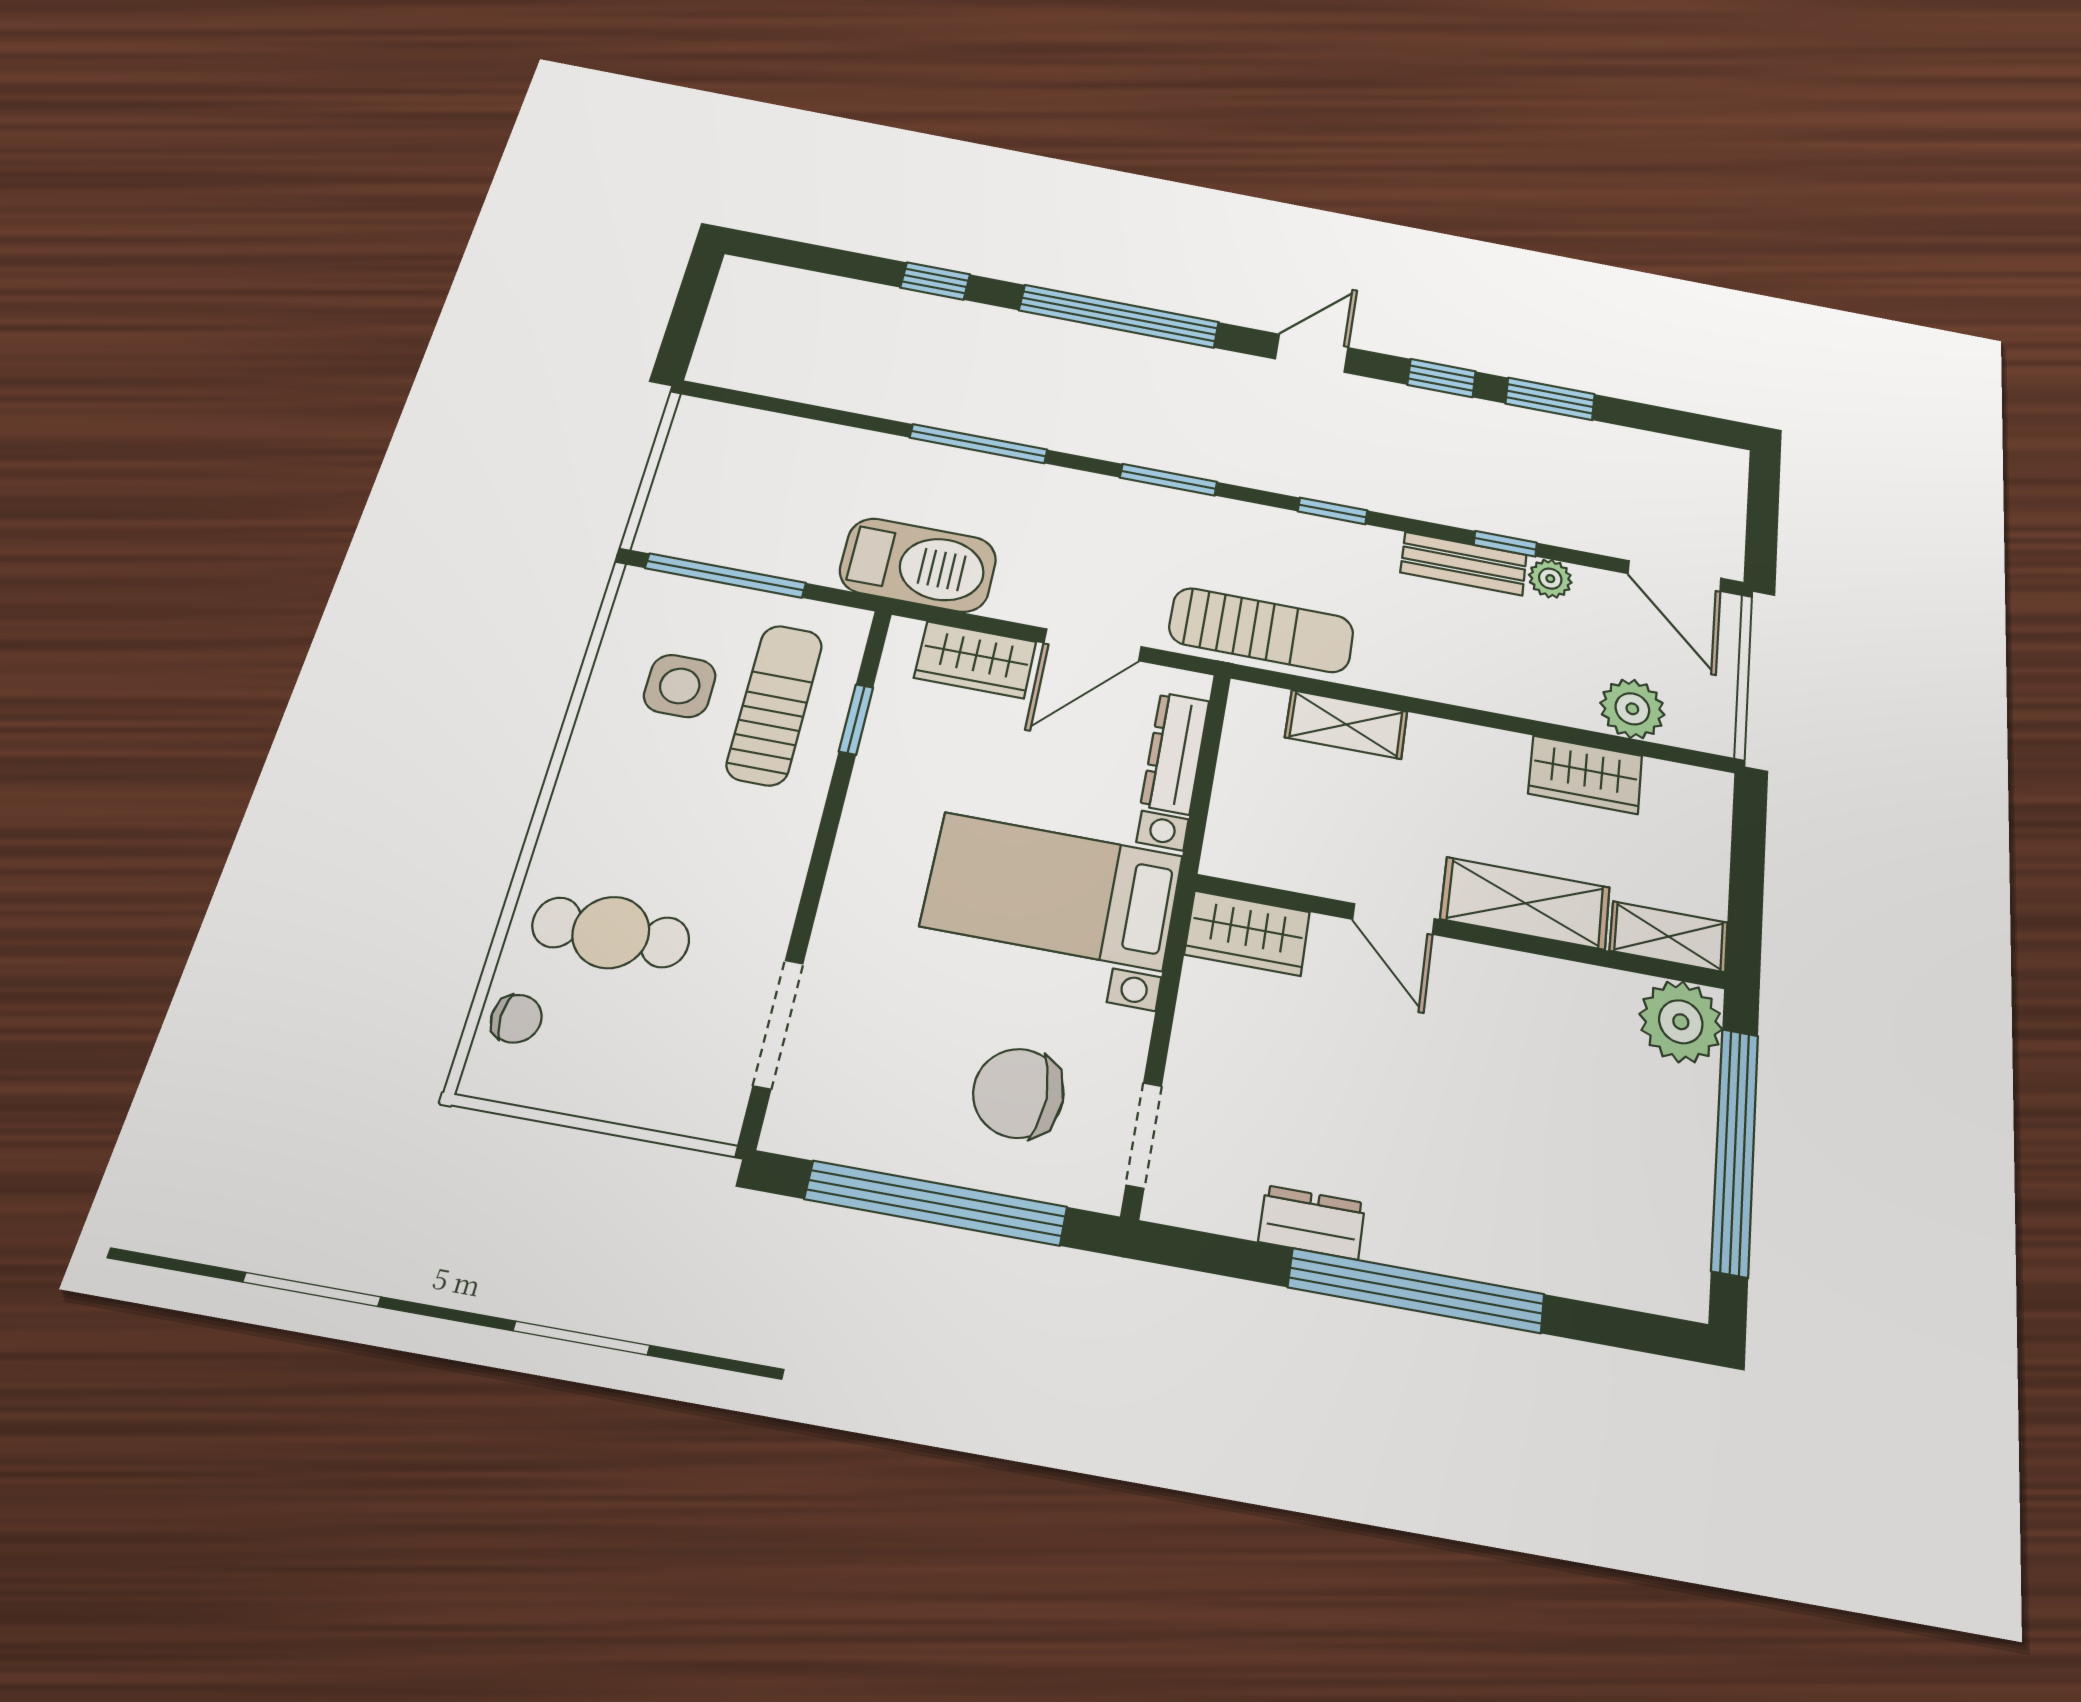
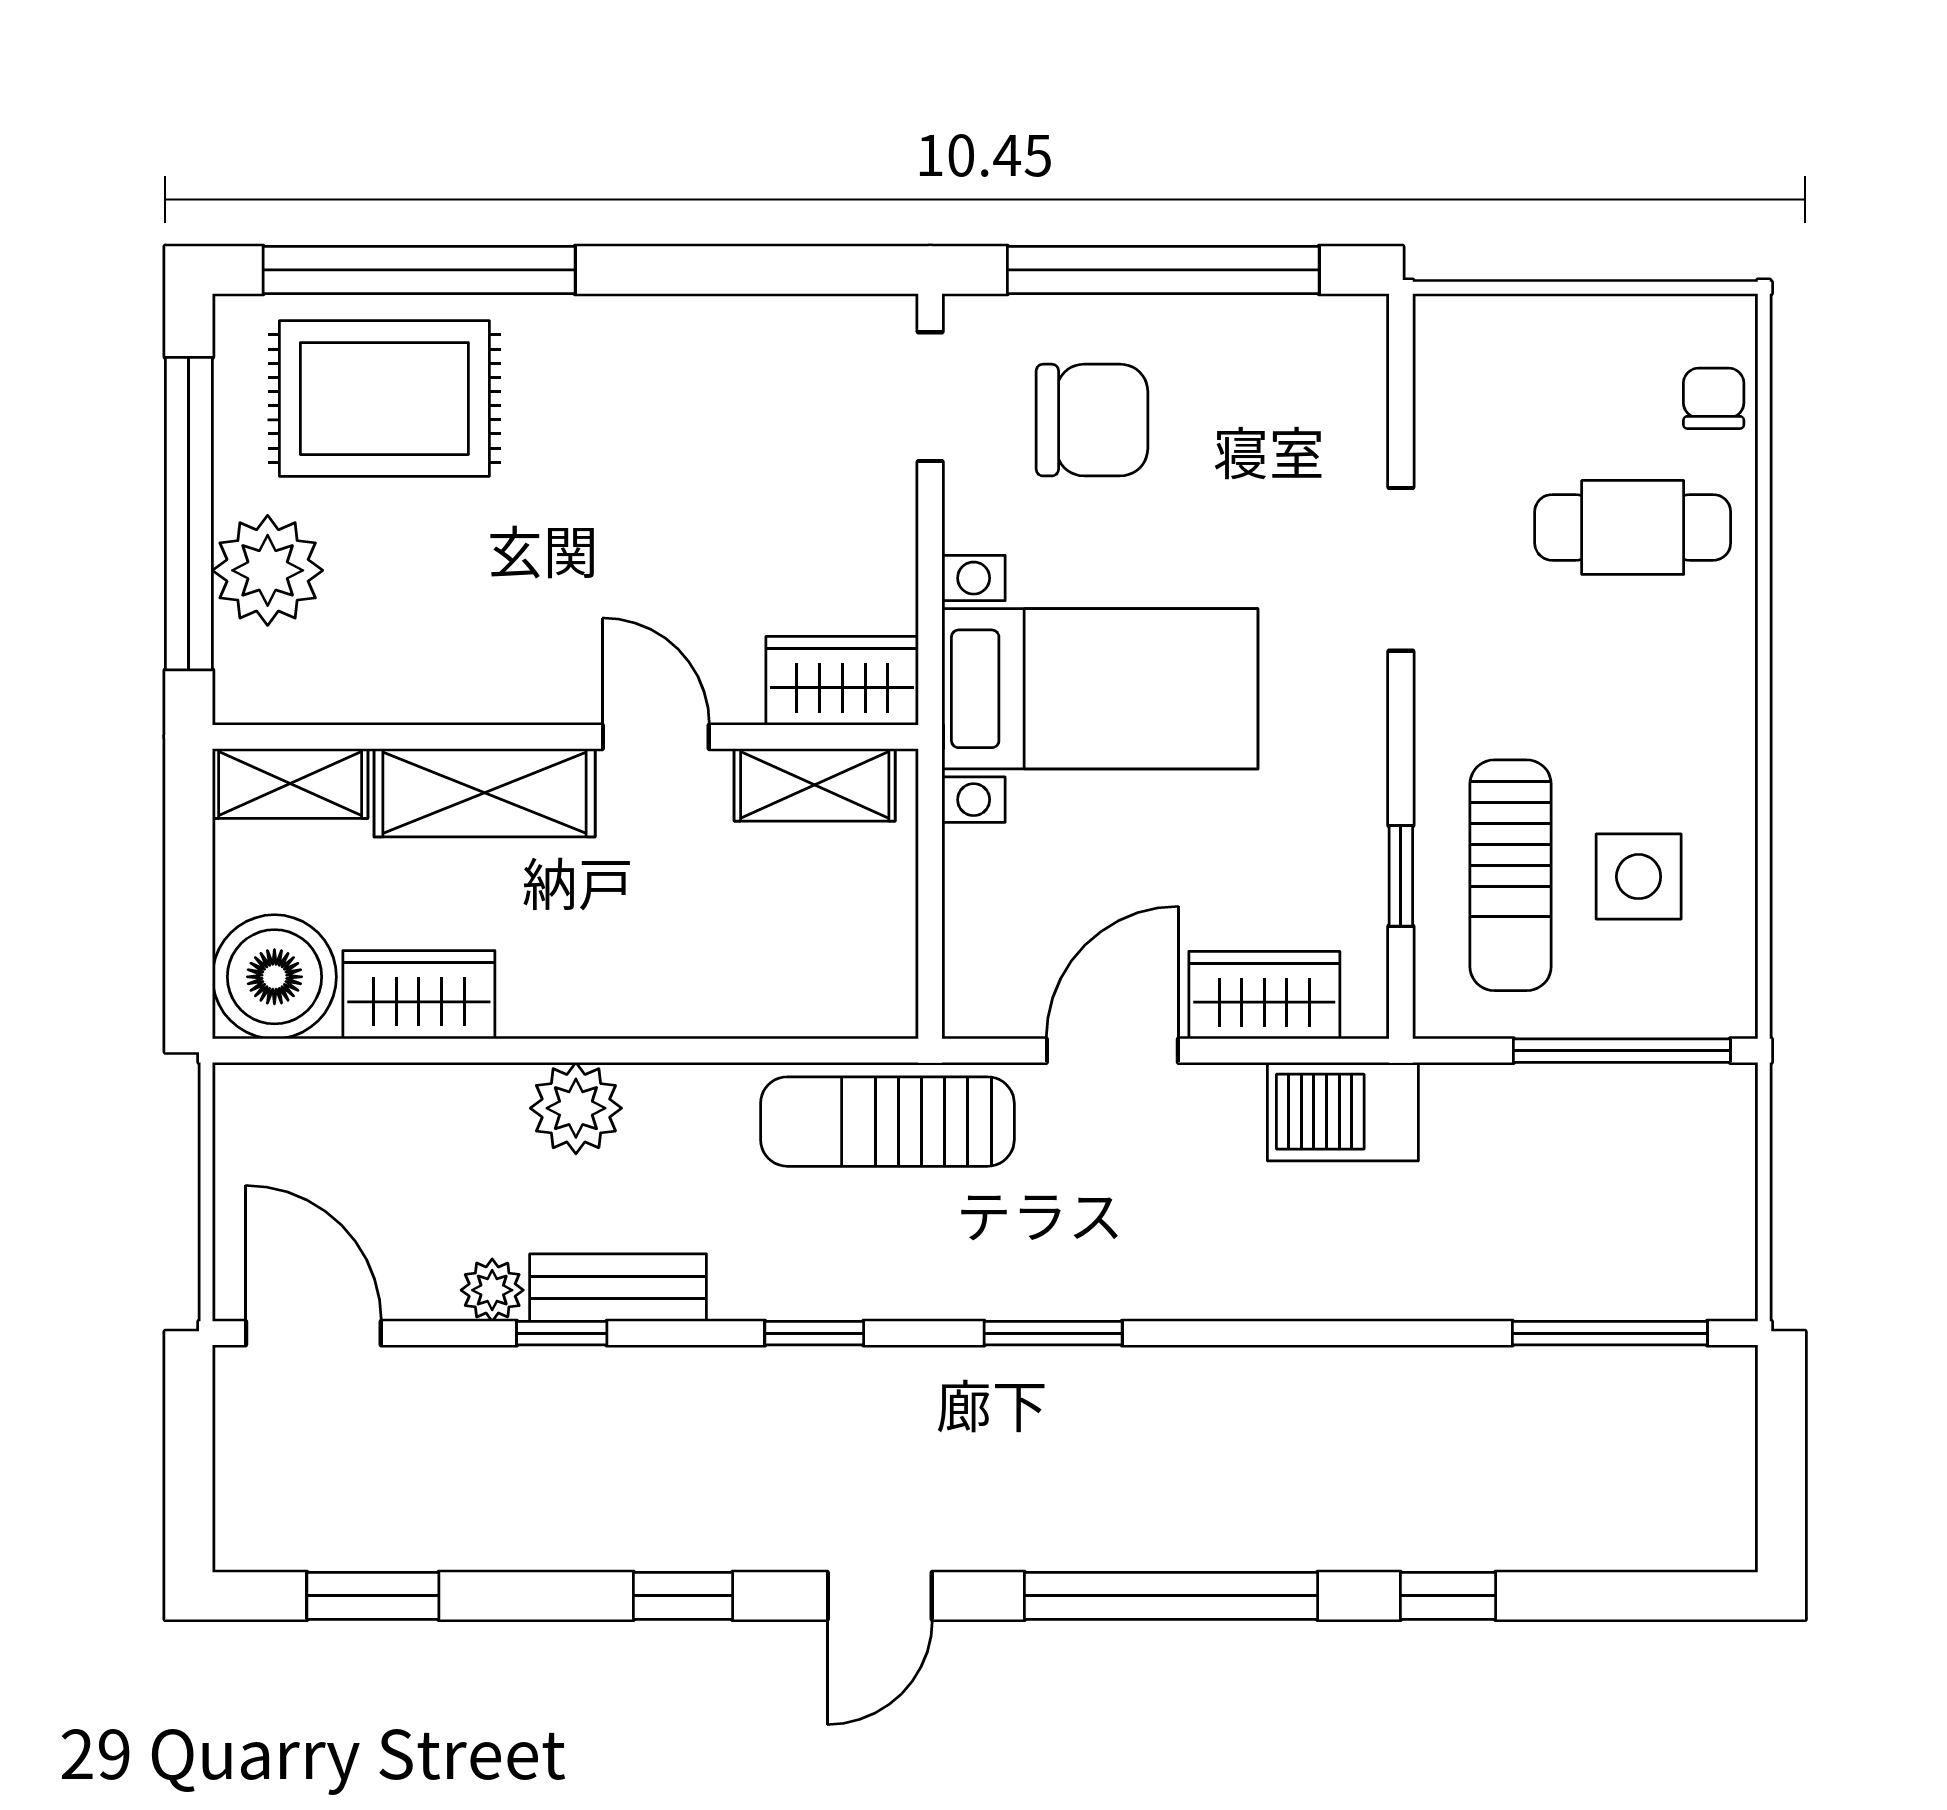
window: (1550, 399) -> (373, 1596), moved
window: (979, 444) -> (1610, 1333), moved
barbecue: (918, 565) -> (1343, 1112), width x0.73, depth x0.83
plant: (1632, 709) -> (576, 1108), moved
shelving: (1346, 724) -> (815, 785), moved
dresser: (1175, 753) -> (975, 914), removed
boiler: (1688, 806) -> (274, 977), added
chair: (516, 1019) -> (1714, 398), turned 90
plant: (1681, 1022) -> (268, 570), moved
doorway: (778, 1024) -> (1401, 569), moved
rug: (1577, 1213) -> (384, 399), added
dresser: (1312, 1222) -> (710, 328), removed
window: (1416, 1291) -> (419, 270), moved

